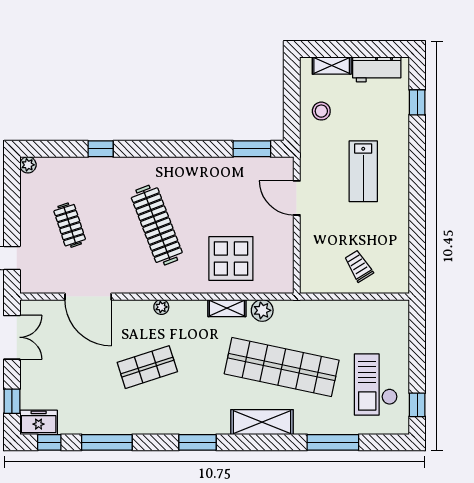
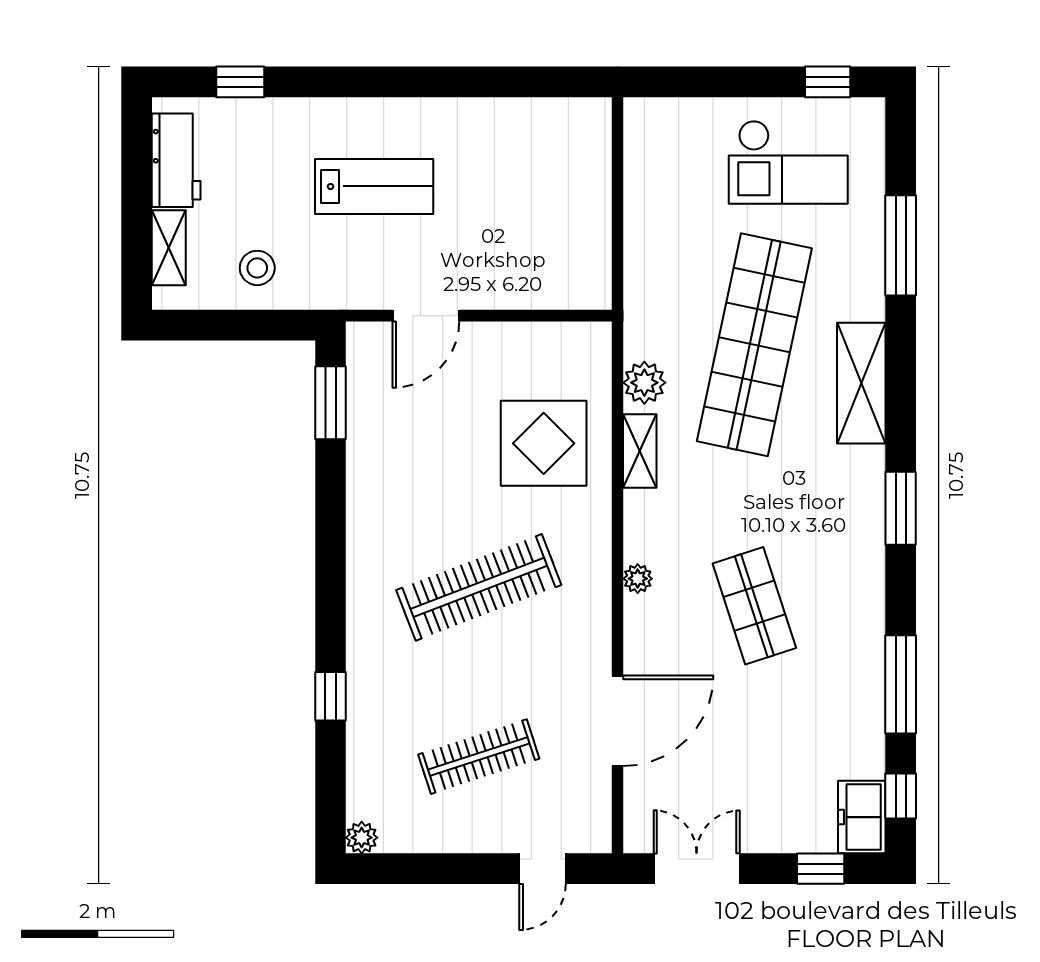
clothes rail: (70, 225) -> (479, 757), width x1.36
trolley: (359, 266) -> (558, 195), removed

